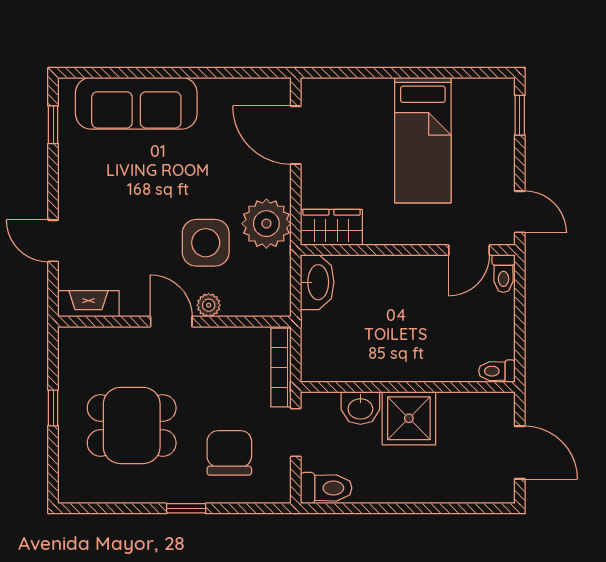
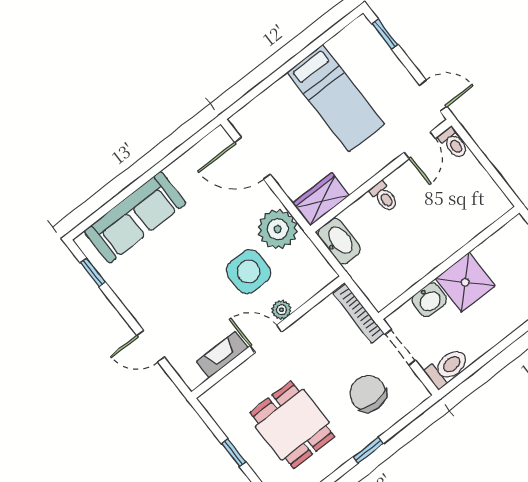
fireplace: (88, 304) -> (222, 355), moved
toilet: (497, 371) -> (384, 197), moved, turned -90
dining table: (132, 425) -> (292, 425), turned 90

